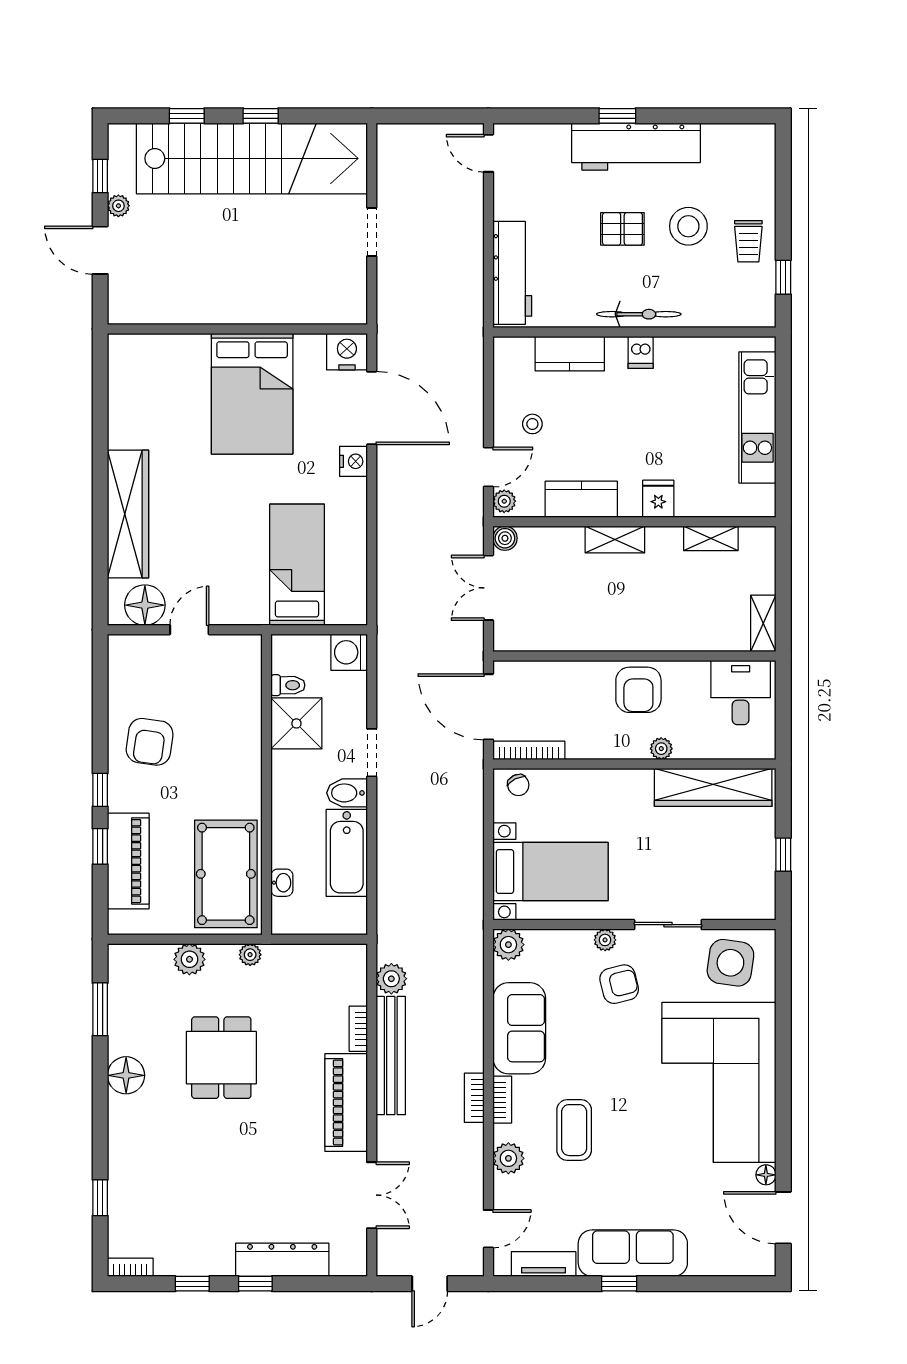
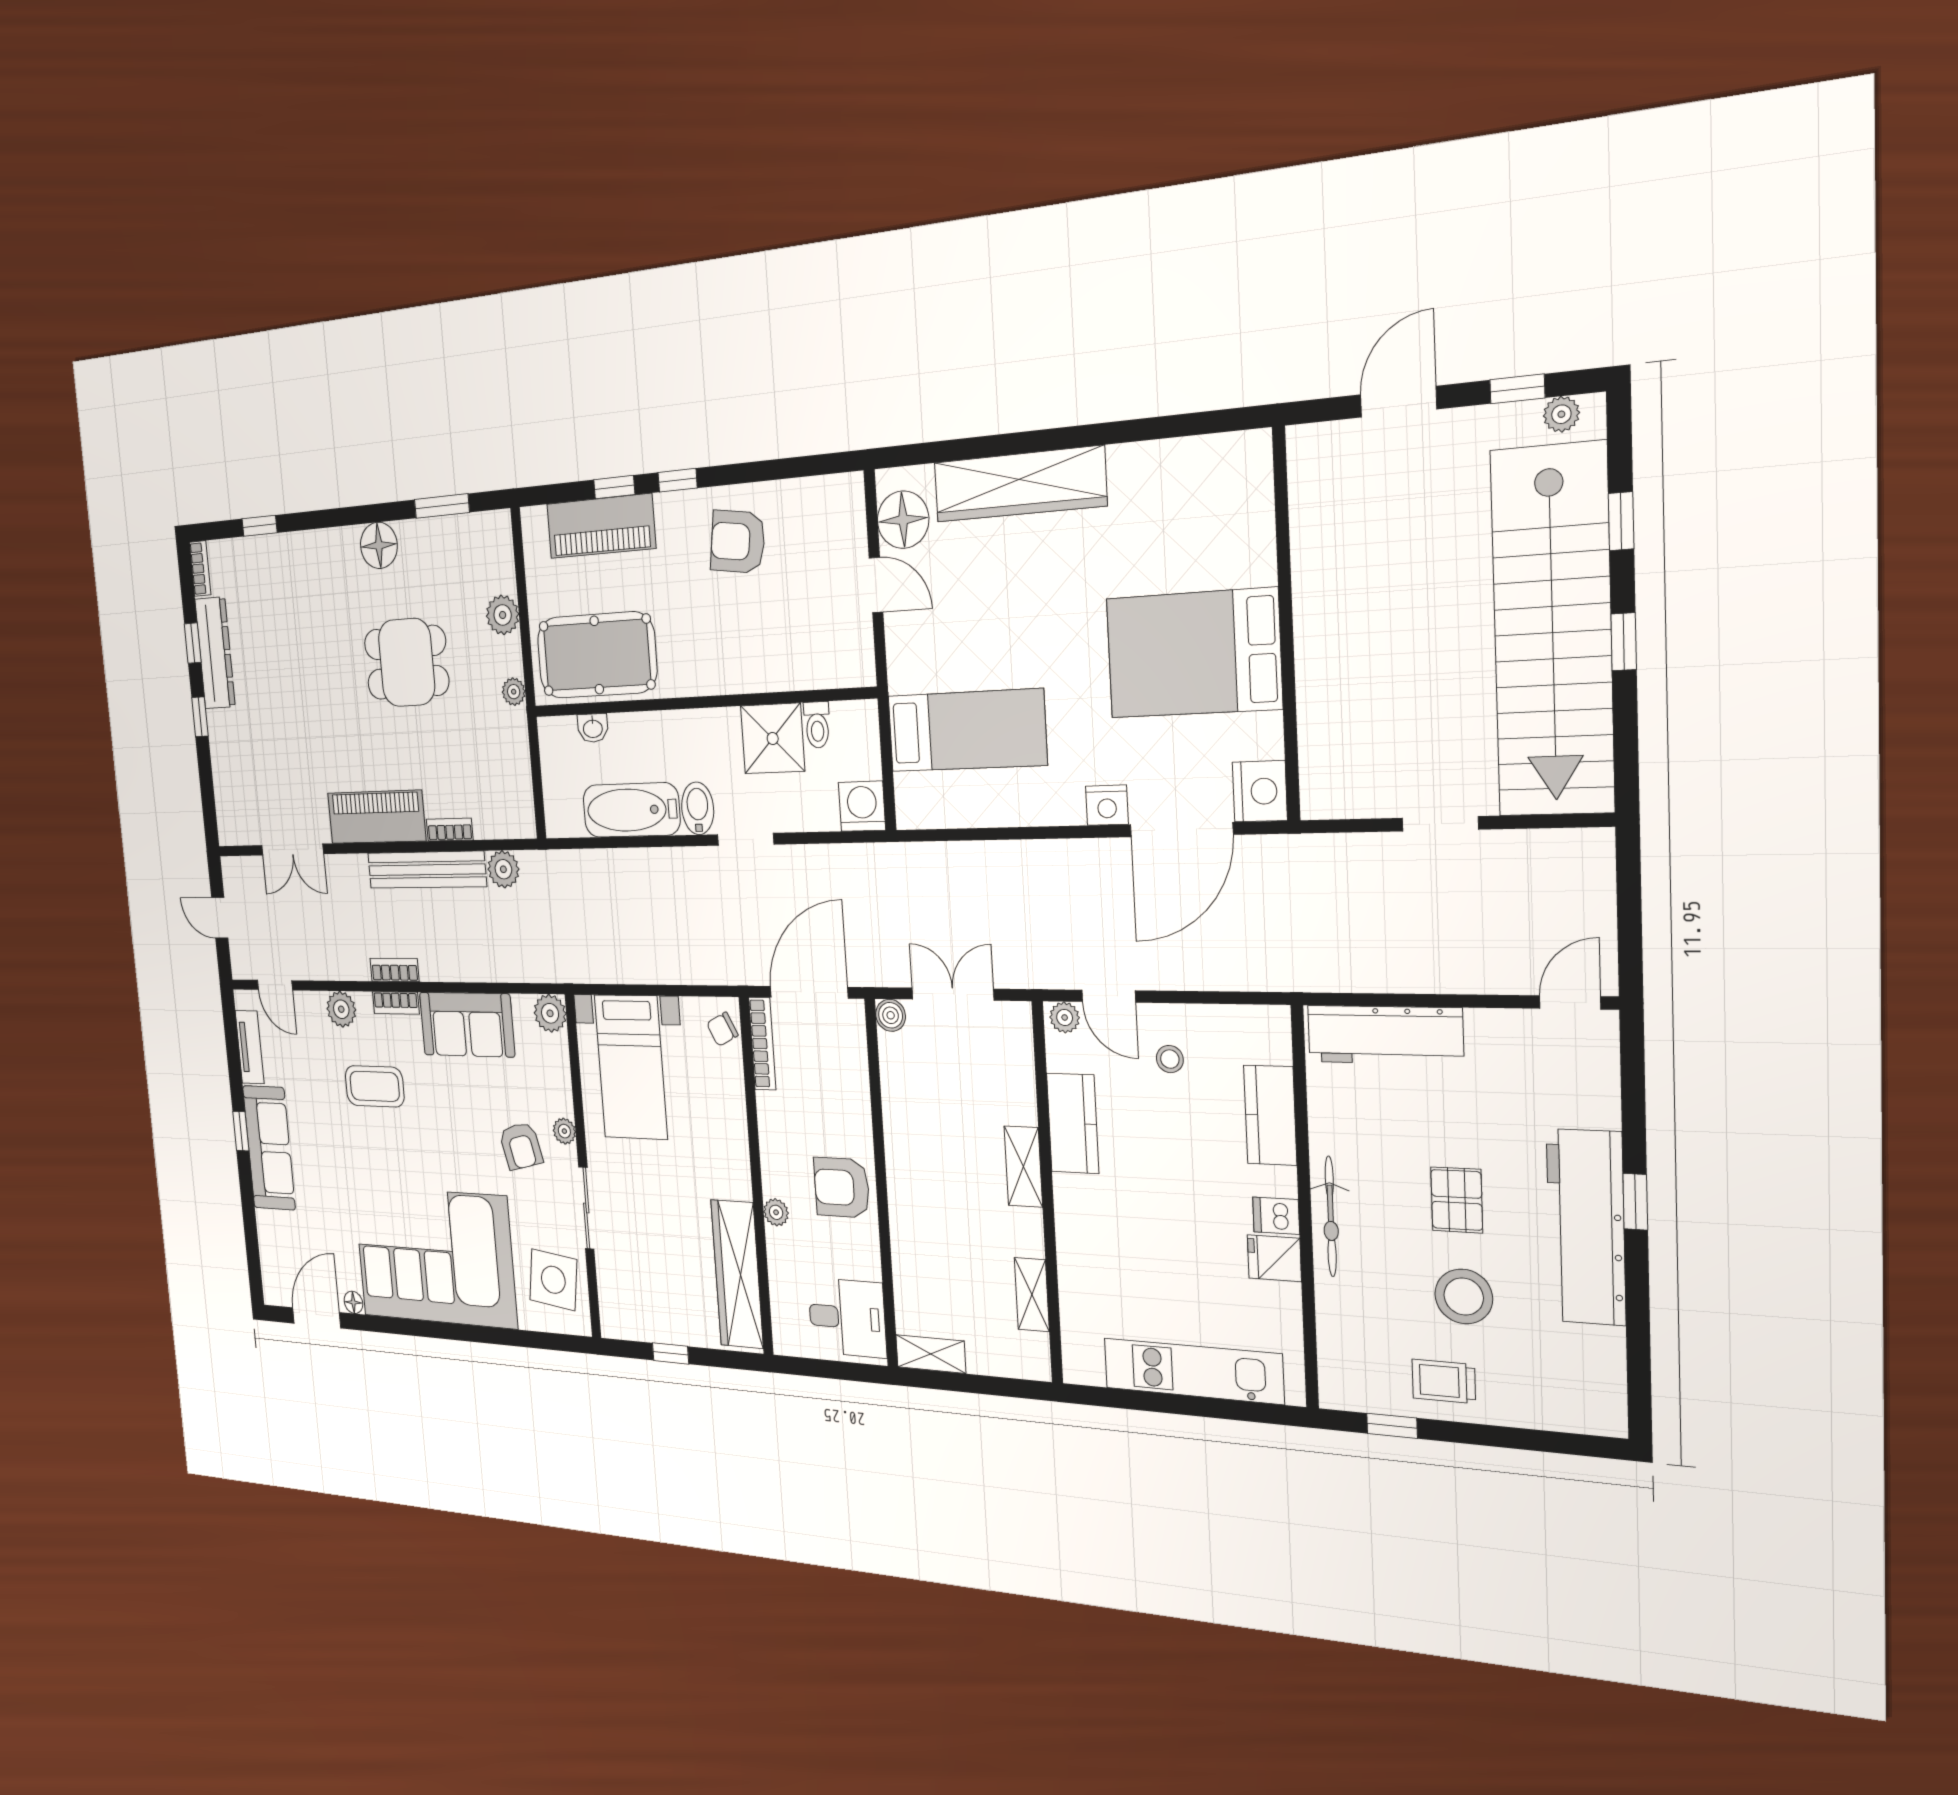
plant: (118, 206) -> (1561, 414), moved
fridge: (658, 499) -> (1274, 1258), moved, turned 180
boiler: (505, 538) -> (891, 1015), moved
dresser: (282, 1260) -> (215, 653), moved

